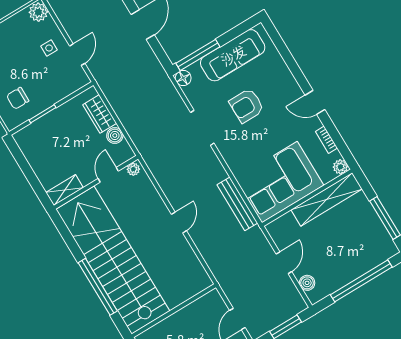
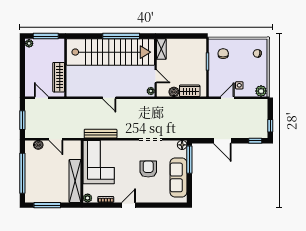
door: (77, 55) -> (227, 98), swing flipped
window: (98, 287) -> (121, 36), moved
wardrobe: (193, 312) -> (59, 77), added

